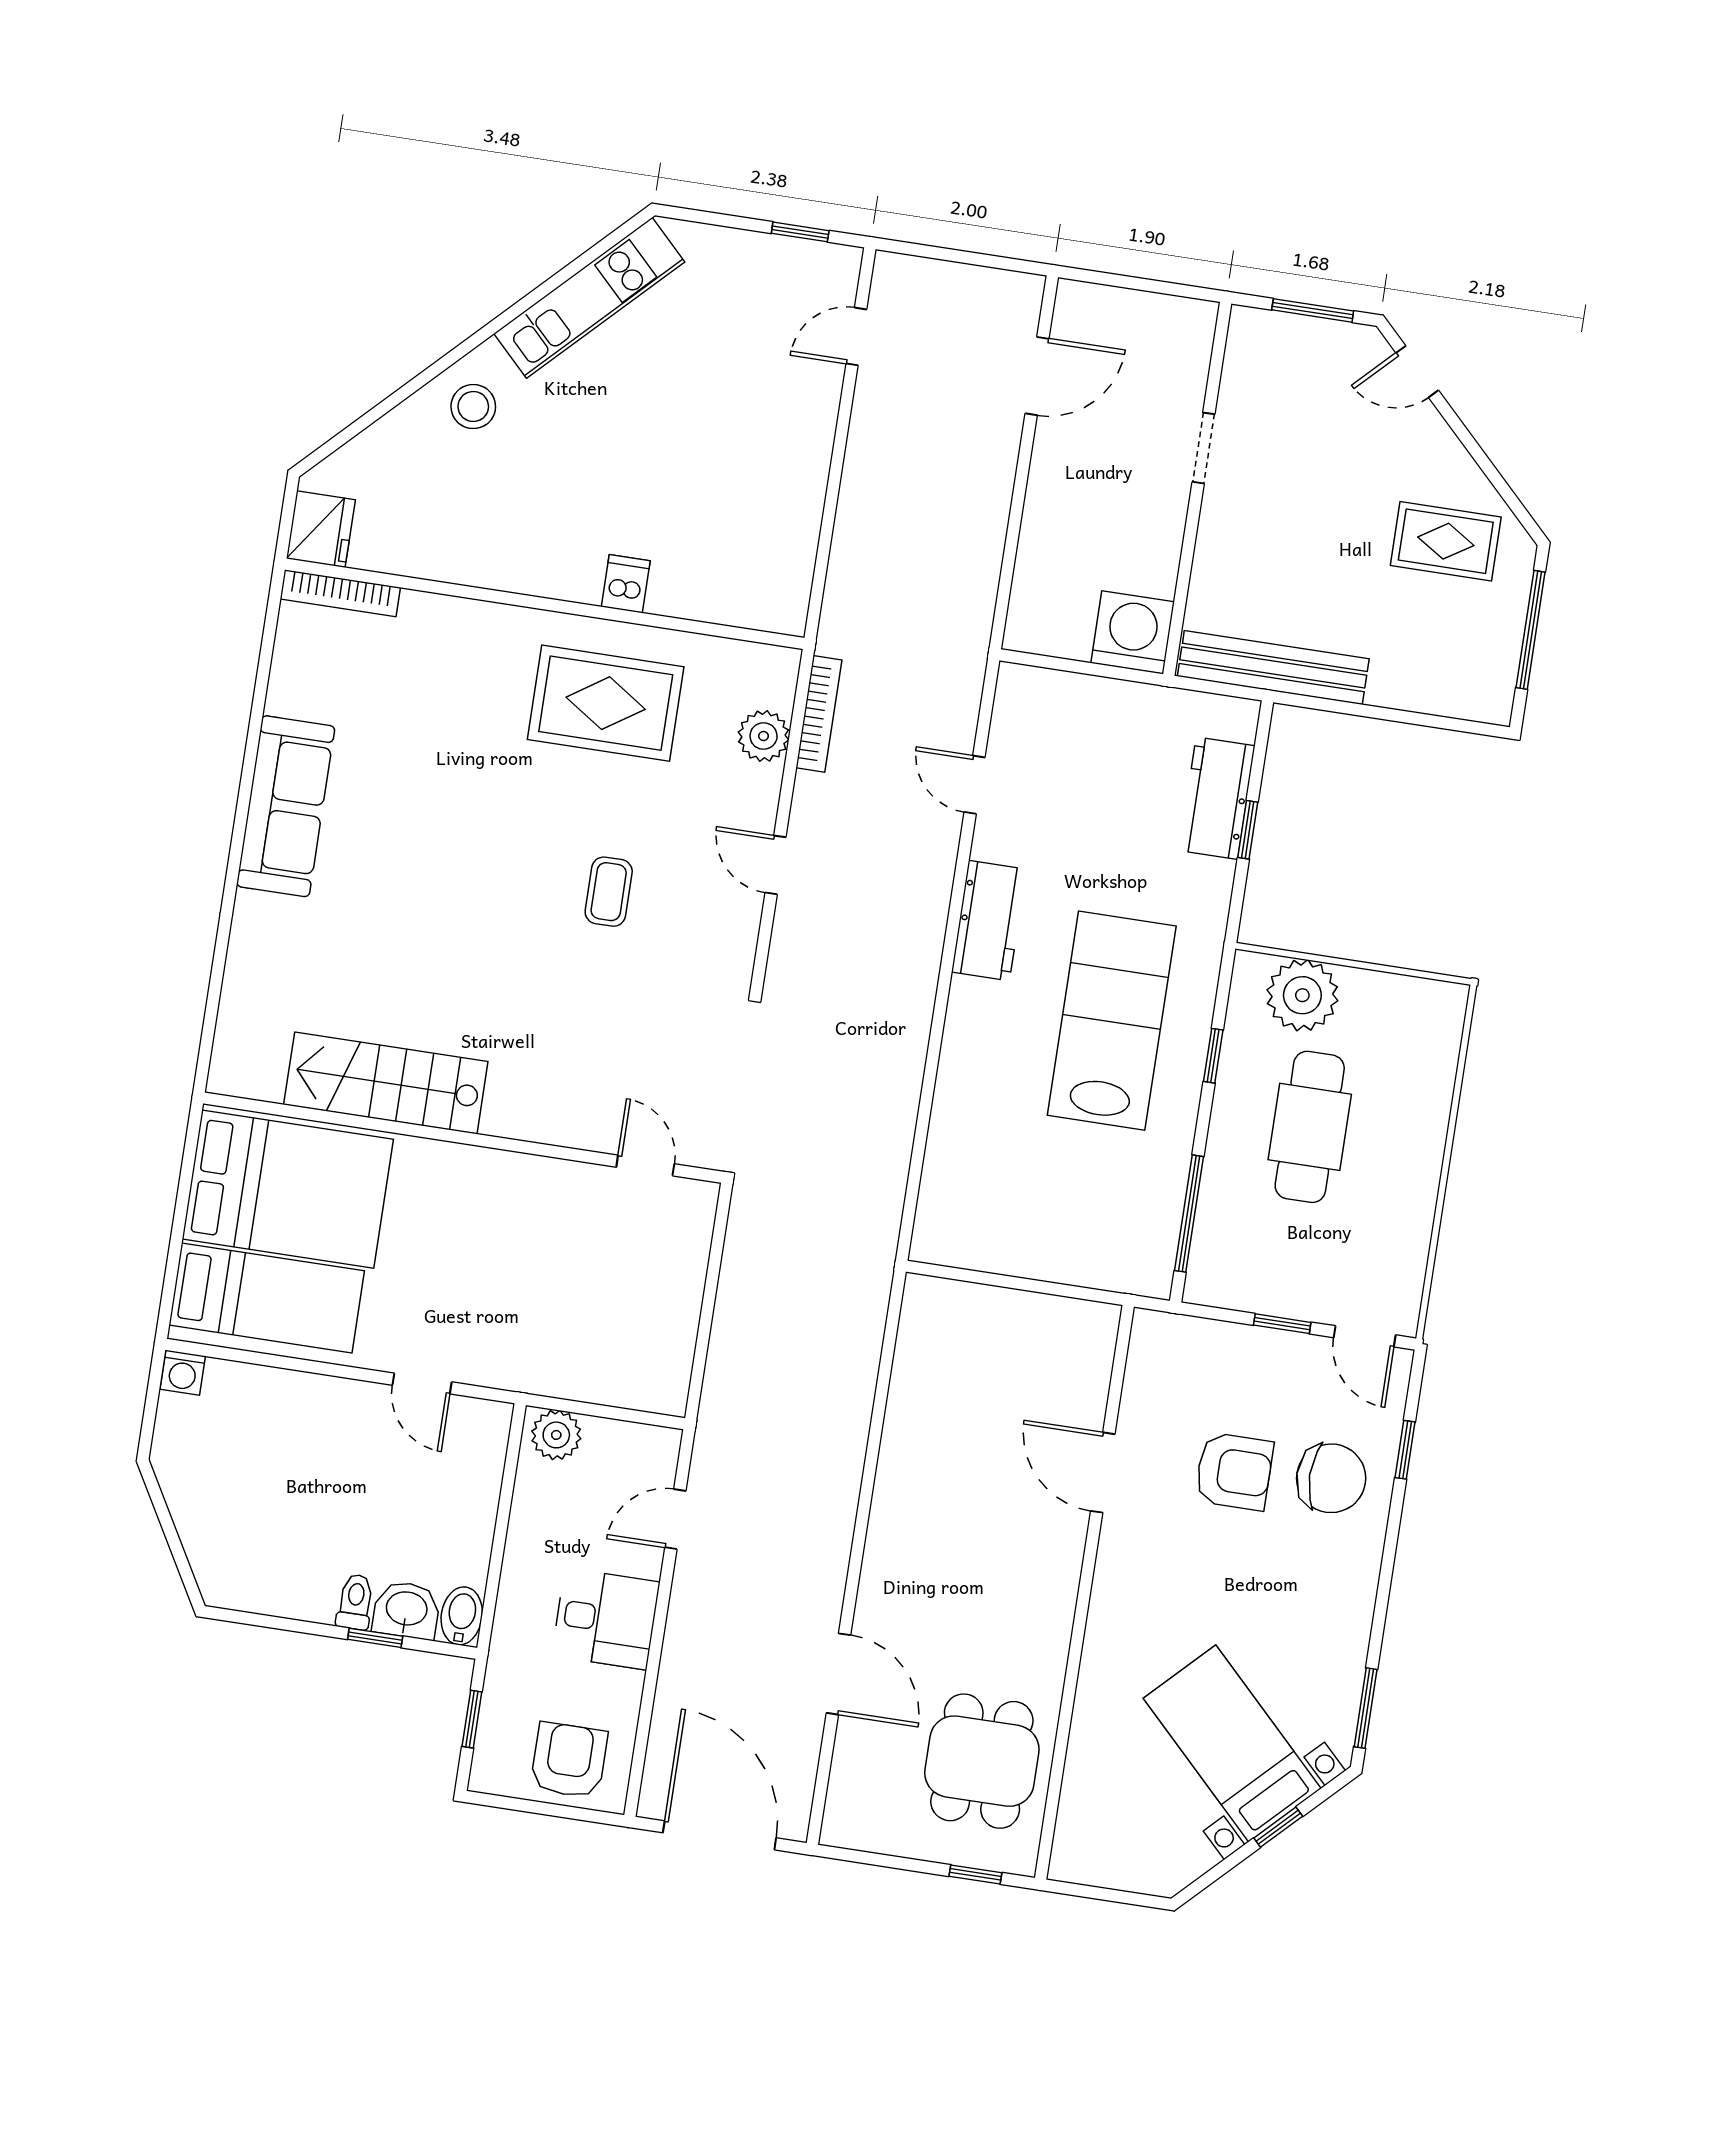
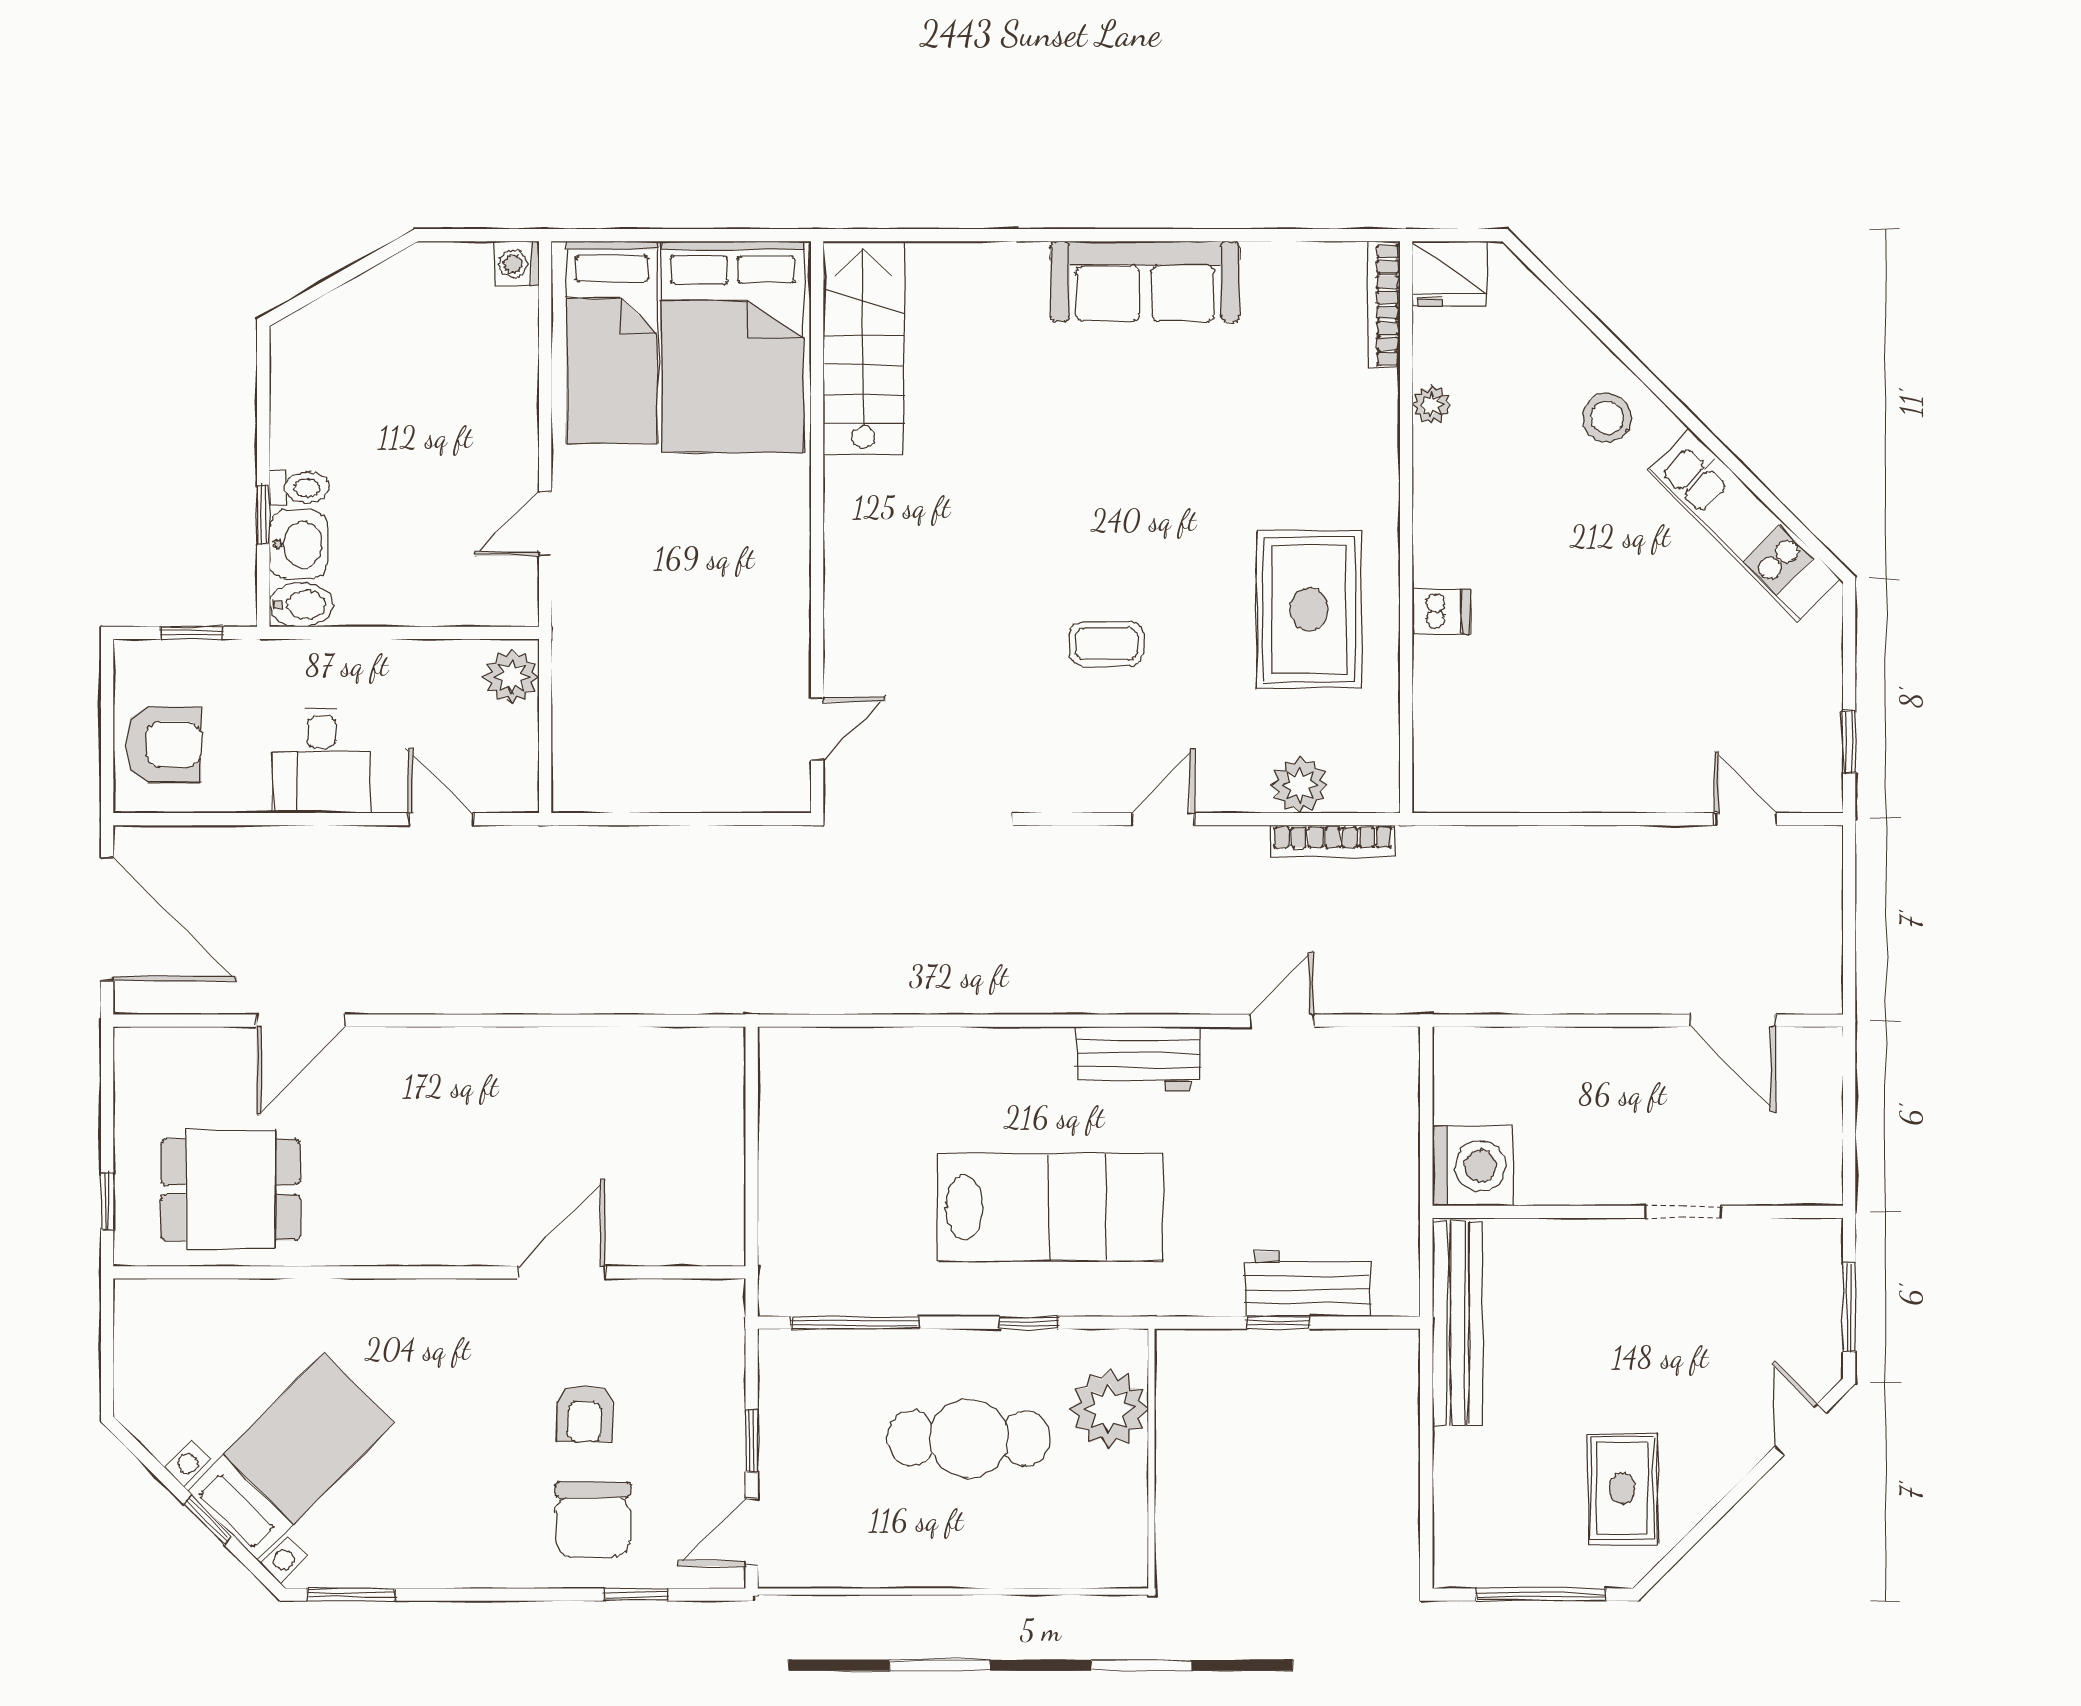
plant: (437, 564) -> (1431, 405), added
stairs: (386, 1083) -> (863, 348), moved
armchair: (1234, 1471) -> (585, 1414), width x0.72, depth x0.72
door: (720, 1835) -> (107, 919), hinge flipped

